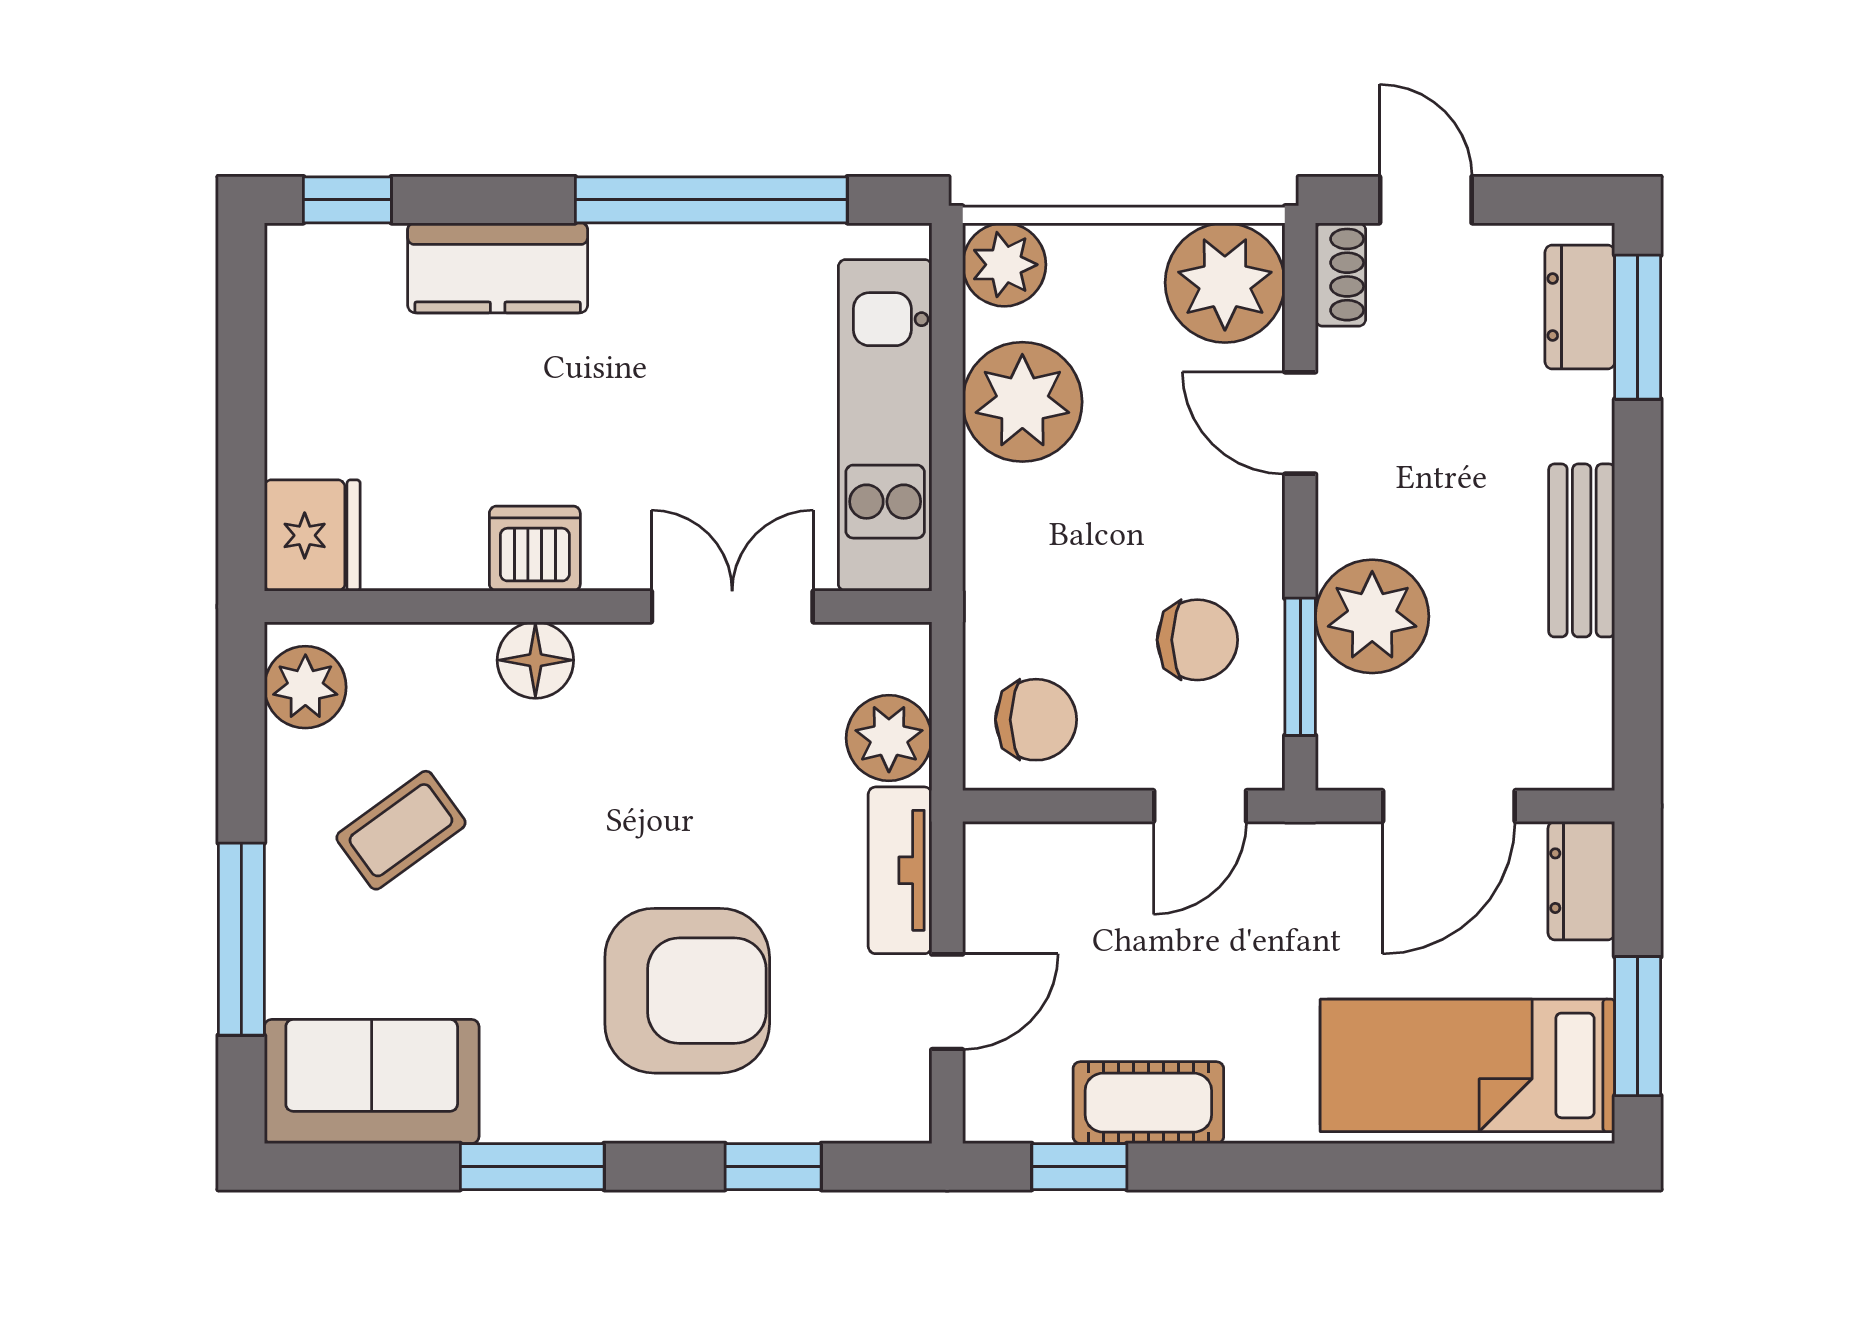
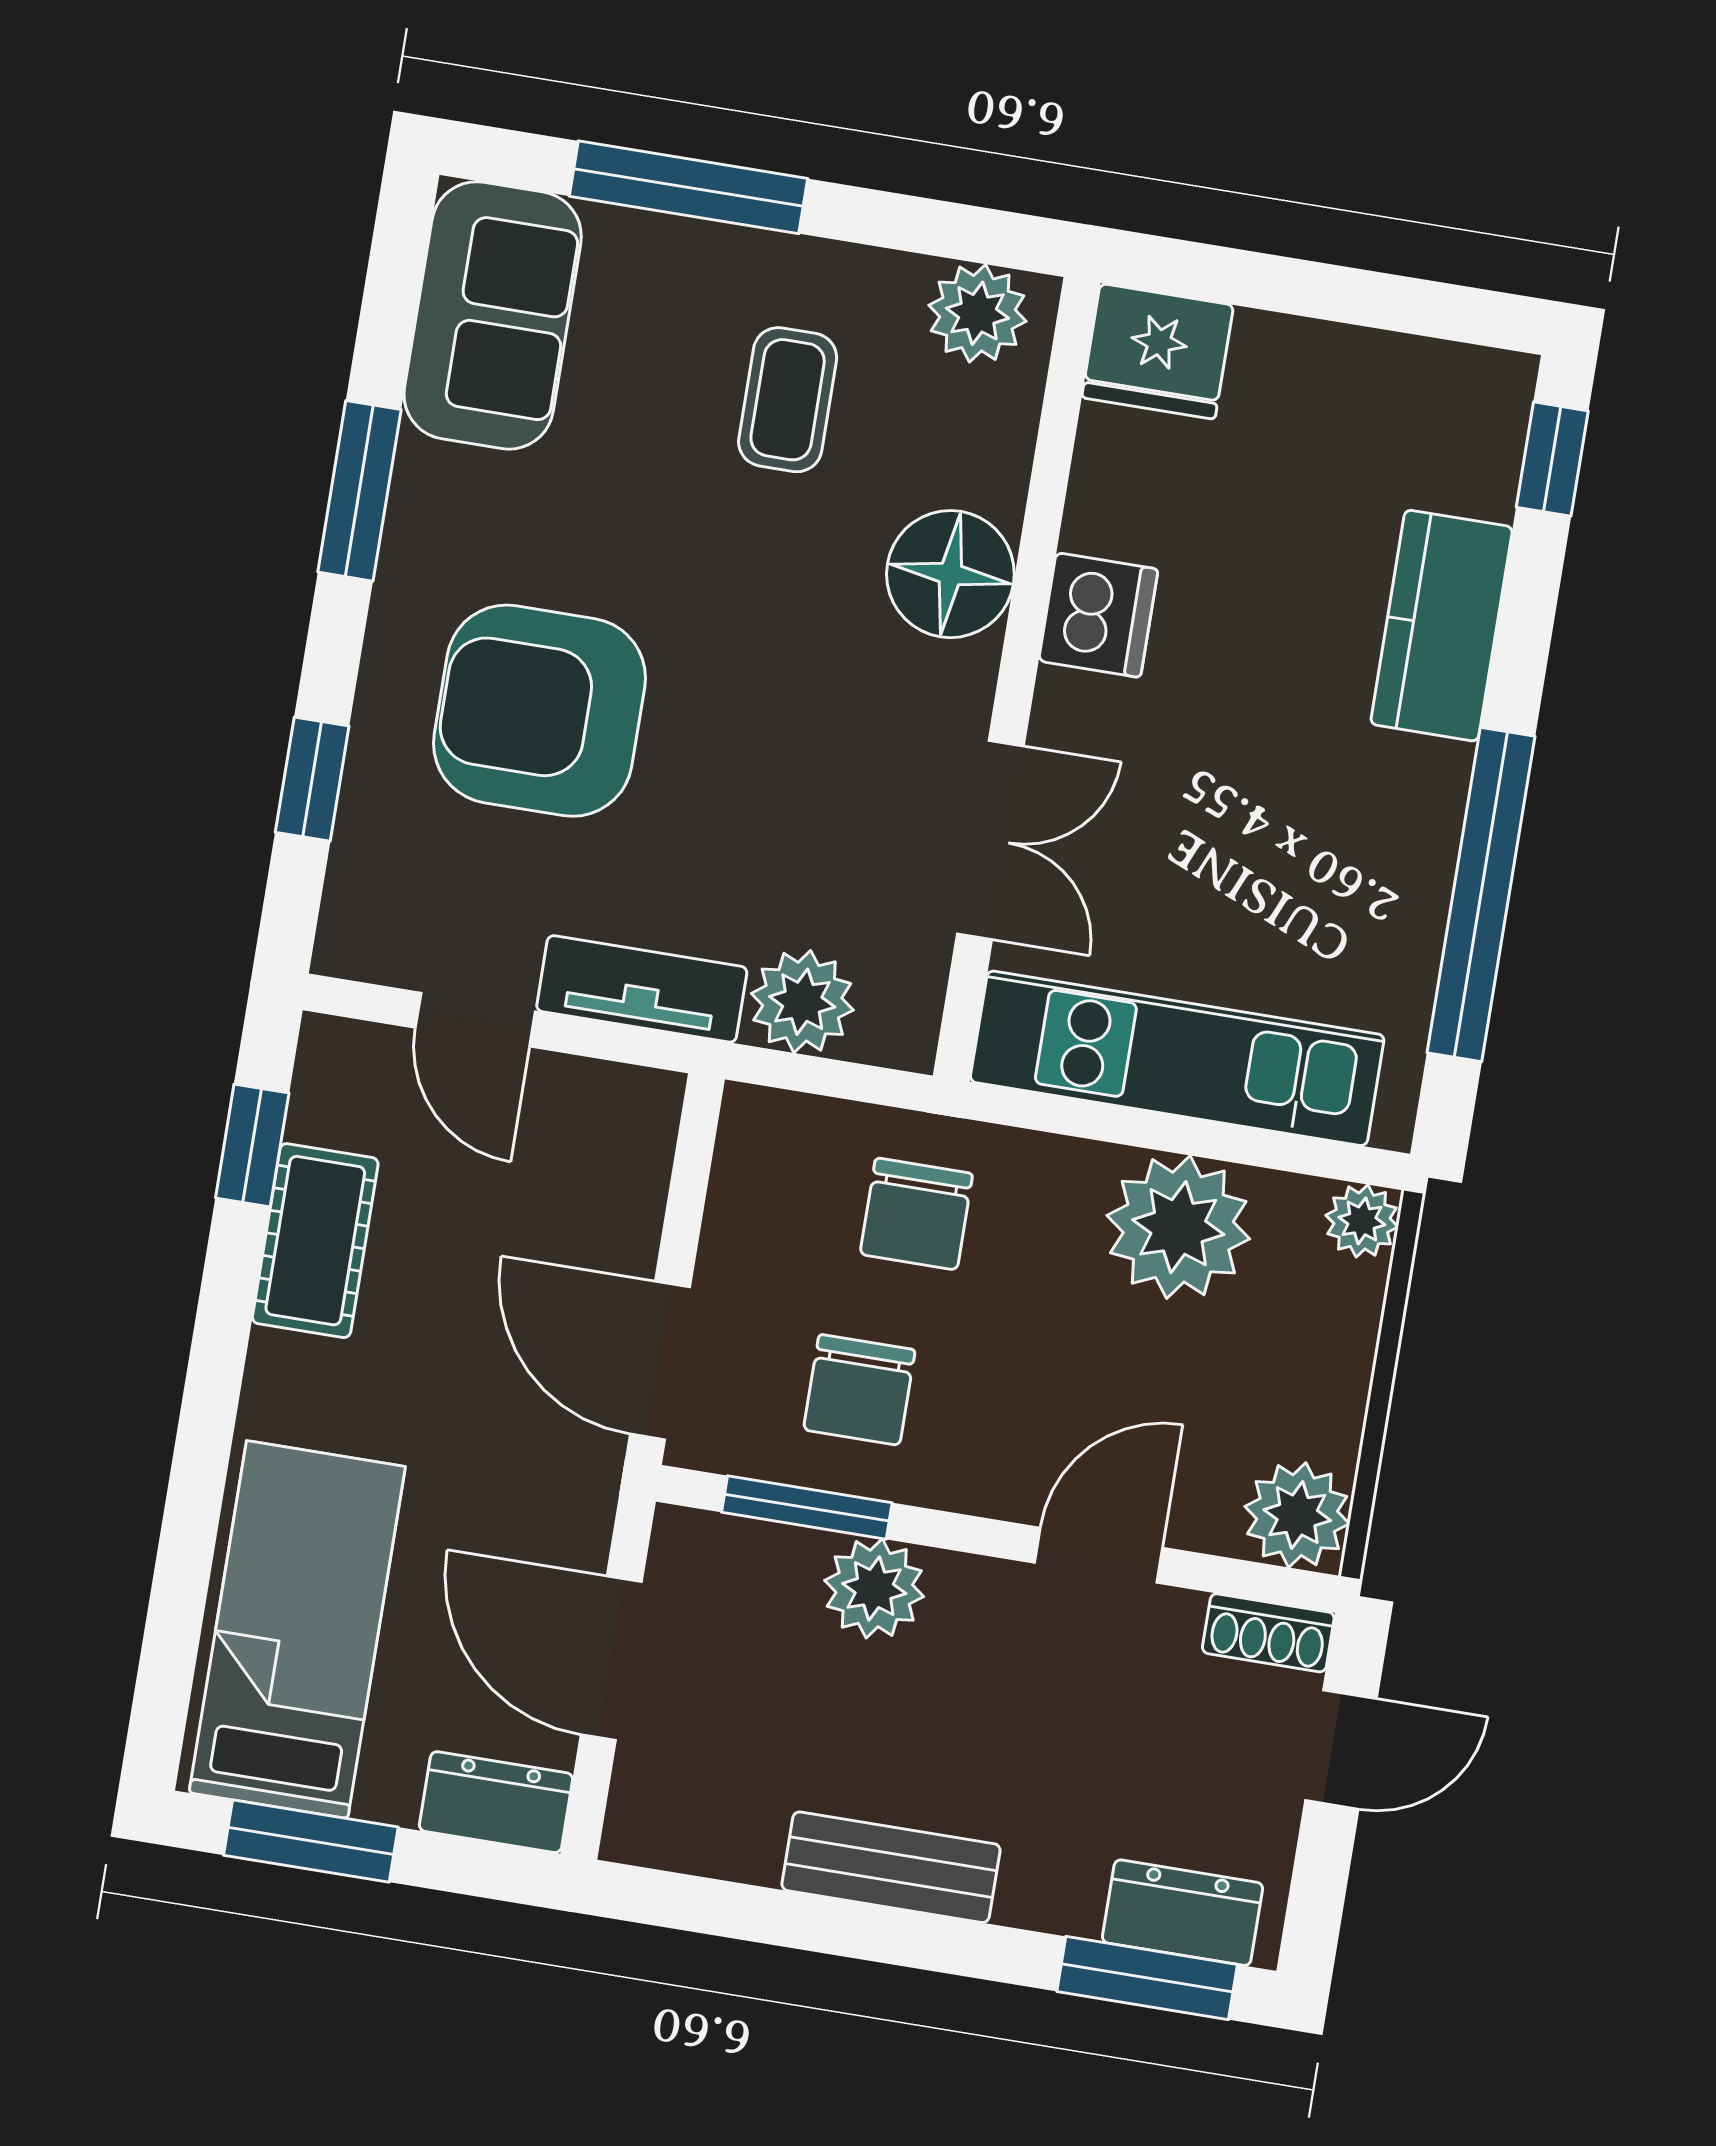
plant: (1004, 265) -> (1362, 1221), width x0.73, depth x0.73
plant: (1225, 283) -> (1297, 1515), width x0.73, depth x0.73
plant: (1372, 616) -> (874, 1588), width x0.73, depth x0.73
floor lamp: (535, 660) -> (950, 574), width x1.38, depth x1.38
chair: (1036, 720) -> (916, 1214), moved
door: (1200, 806) -> (660, 1361), width x1.37
coffee table: (401, 830) -> (788, 400), turned 36
armchair: (687, 991) -> (540, 711), turned 90

